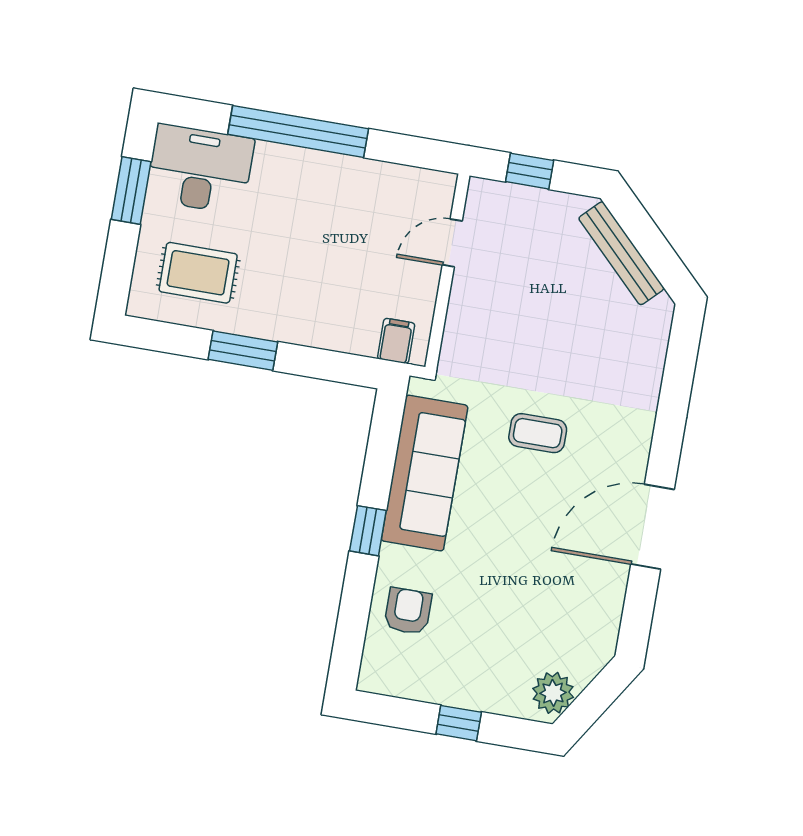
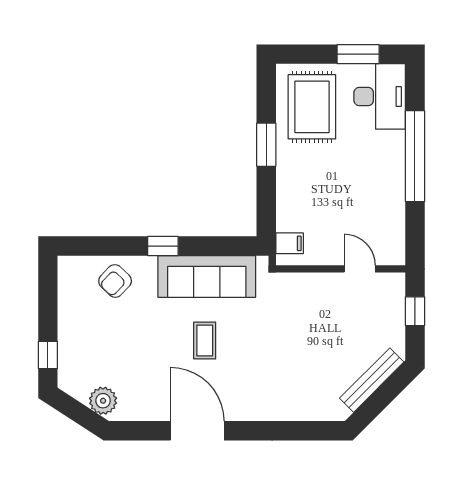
rug: (198, 273) -> (312, 107), width x1.36, depth x1.43
coffee table: (538, 433) -> (205, 341), moved
armchair: (408, 611) -> (115, 281), turned 134
plant: (553, 693) -> (103, 401), moved
window: (459, 723) -> (48, 355), moved

